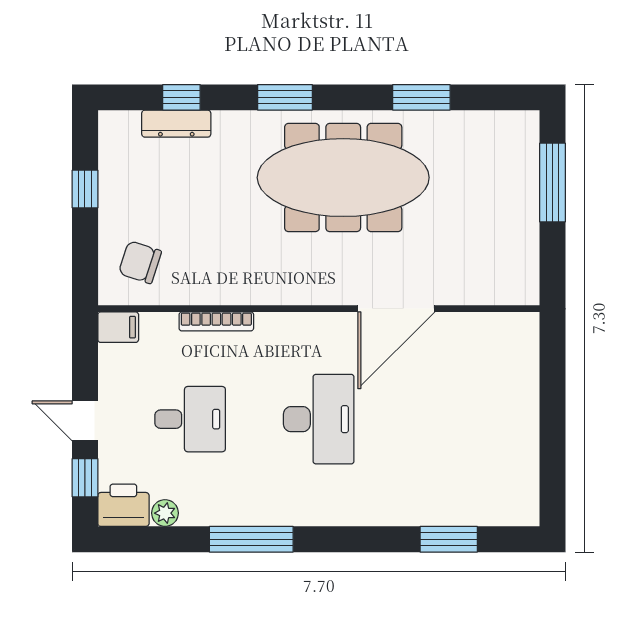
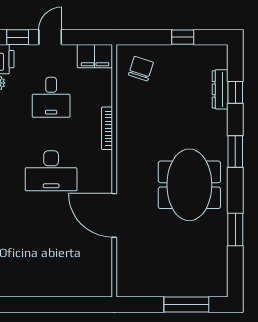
meeting table: (343, 178) -> (189, 185), width x0.73
bookcase: (216, 321) -> (107, 128), moved
filing cabinet: (118, 327) -> (95, 56), width x2.00

